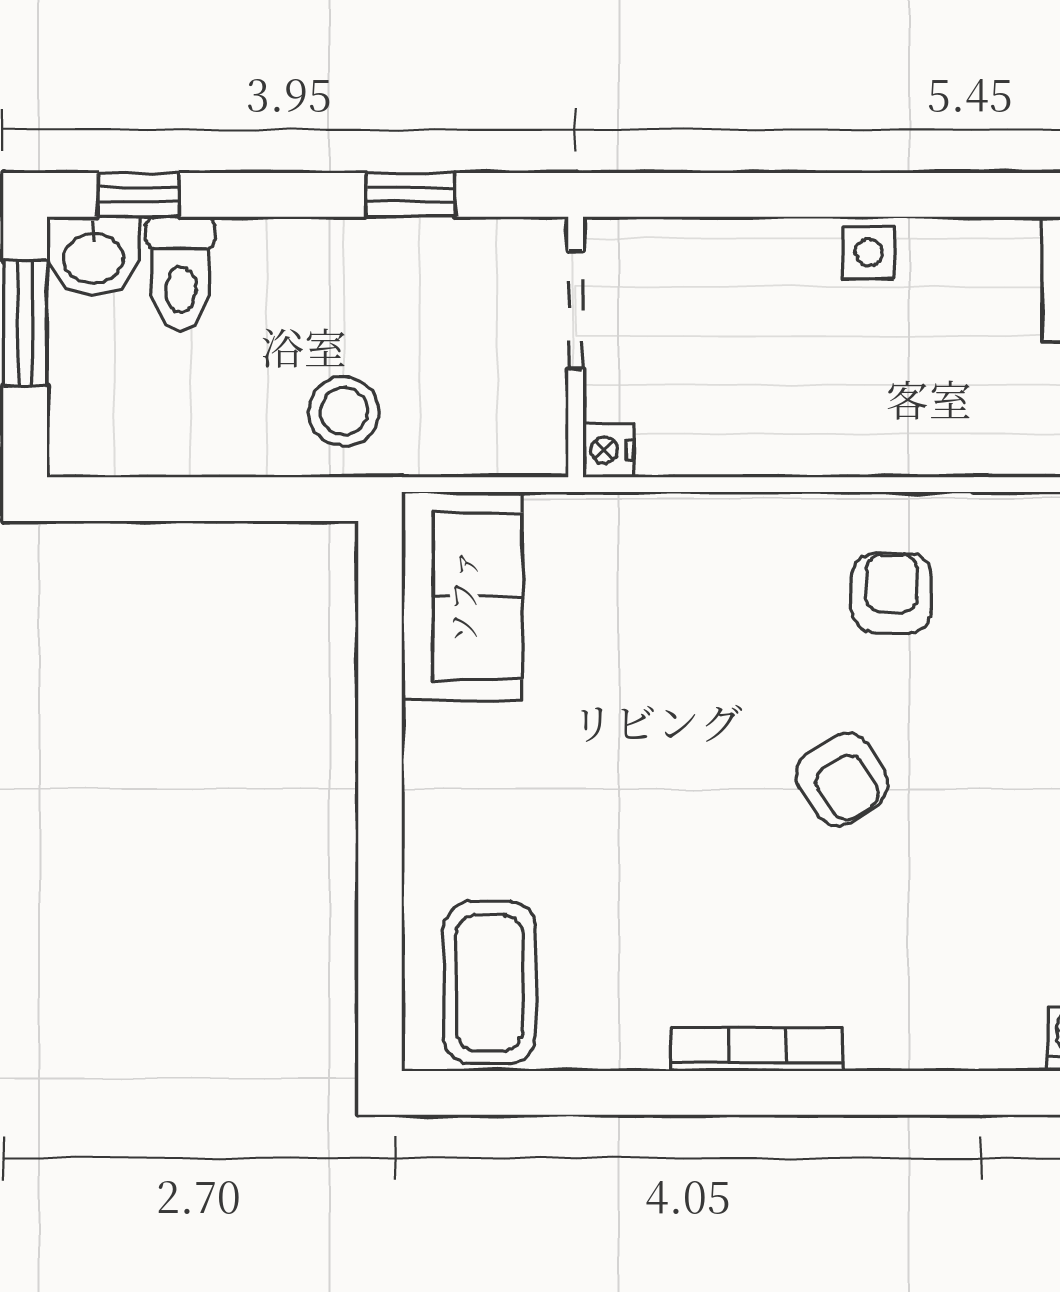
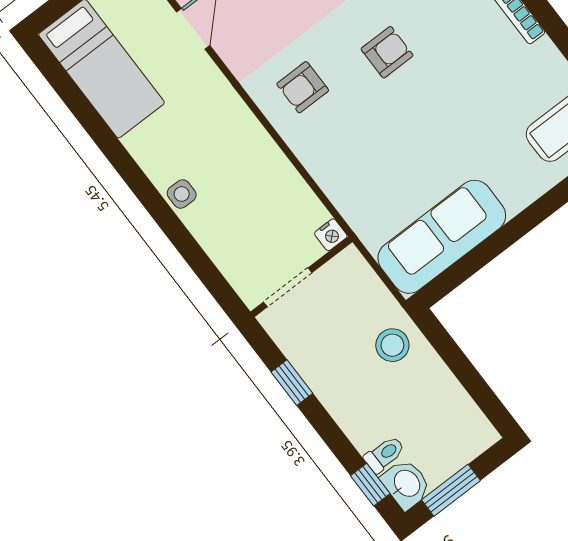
toilet: (180, 274) -> (384, 454), width x0.73, depth x0.72
sofa: (462, 596) -> (442, 237), width x1.36
armchair: (842, 779) -> (387, 52), turned 33

